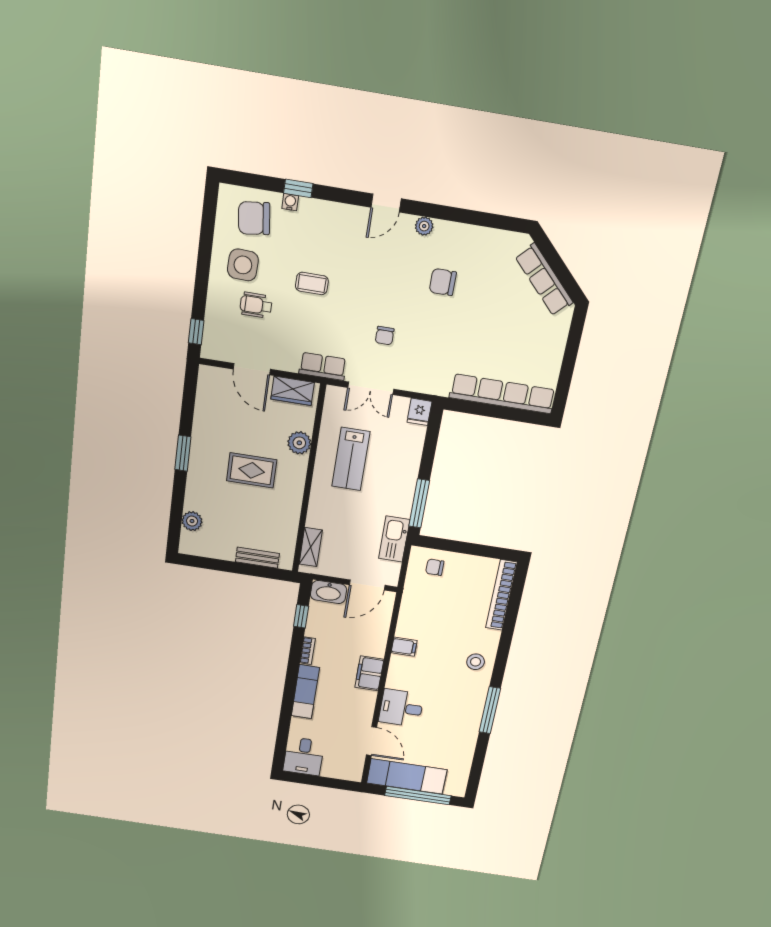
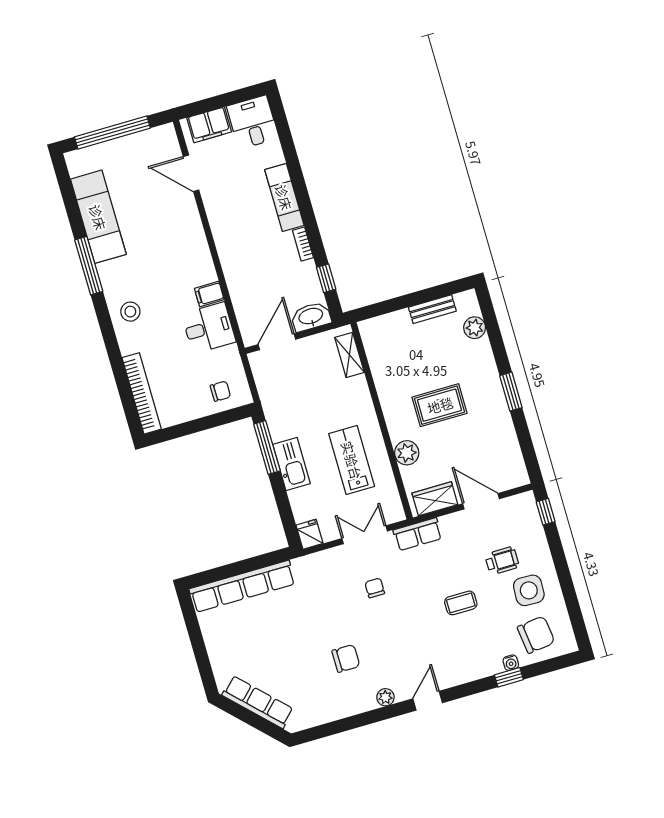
kitchen sink: (394, 539) -> (291, 464), moved
bench: (257, 558) -> (432, 309), moved
filing cabinet: (369, 673) -> (209, 125), moved, turned 90
desk: (401, 708) -> (209, 328), moved
exam couch: (407, 776) -> (98, 217), moved, turned -90

